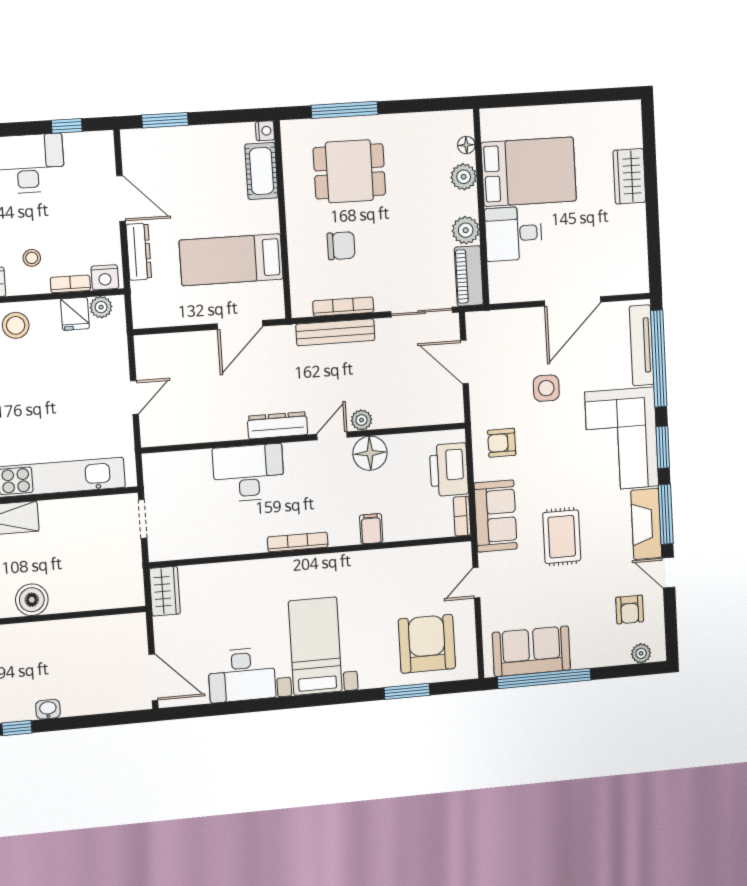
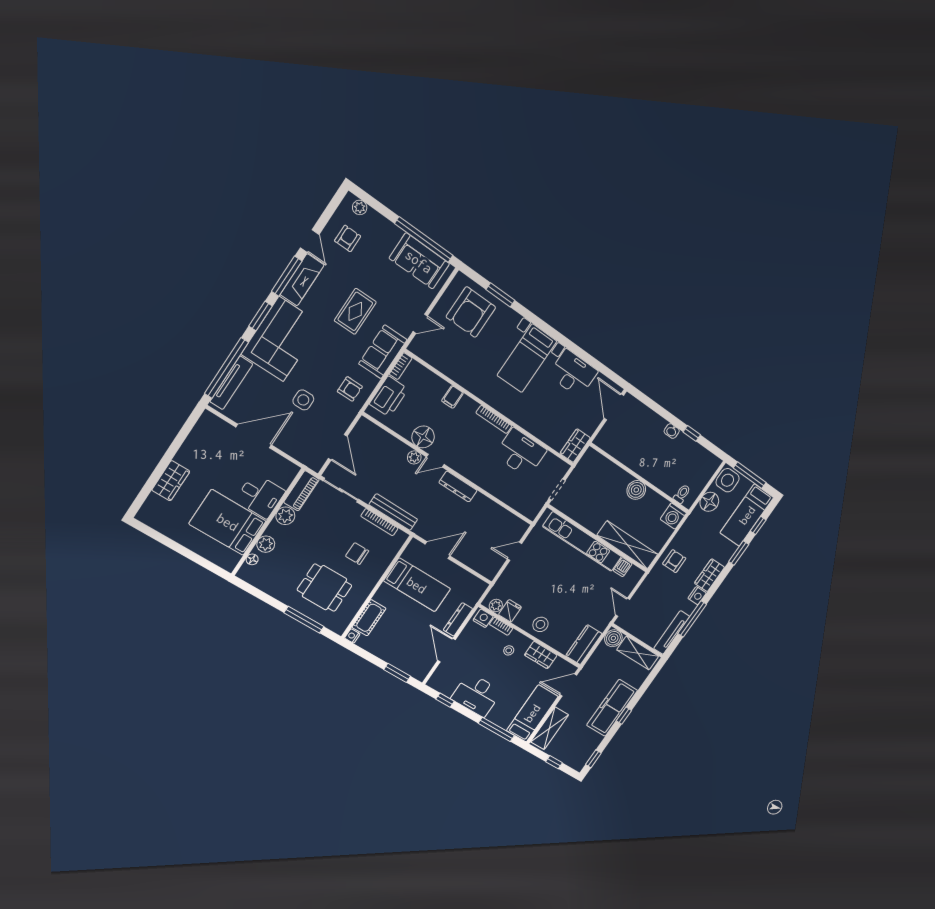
desk: (249, 473) -> (521, 453), moved, turned 180

